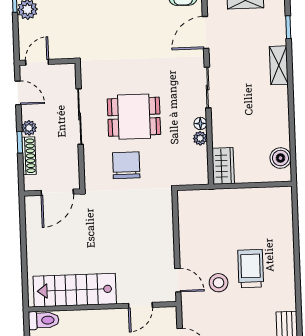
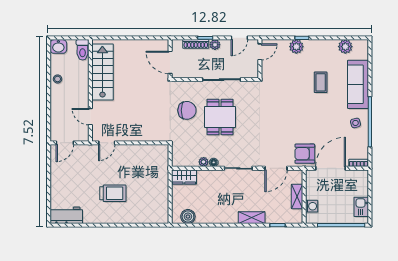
door: (206, 32) -> (276, 168), swing flipped
door: (37, 62) -> (260, 52), hinge flipped
stool: (219, 283) -> (104, 171), removed

